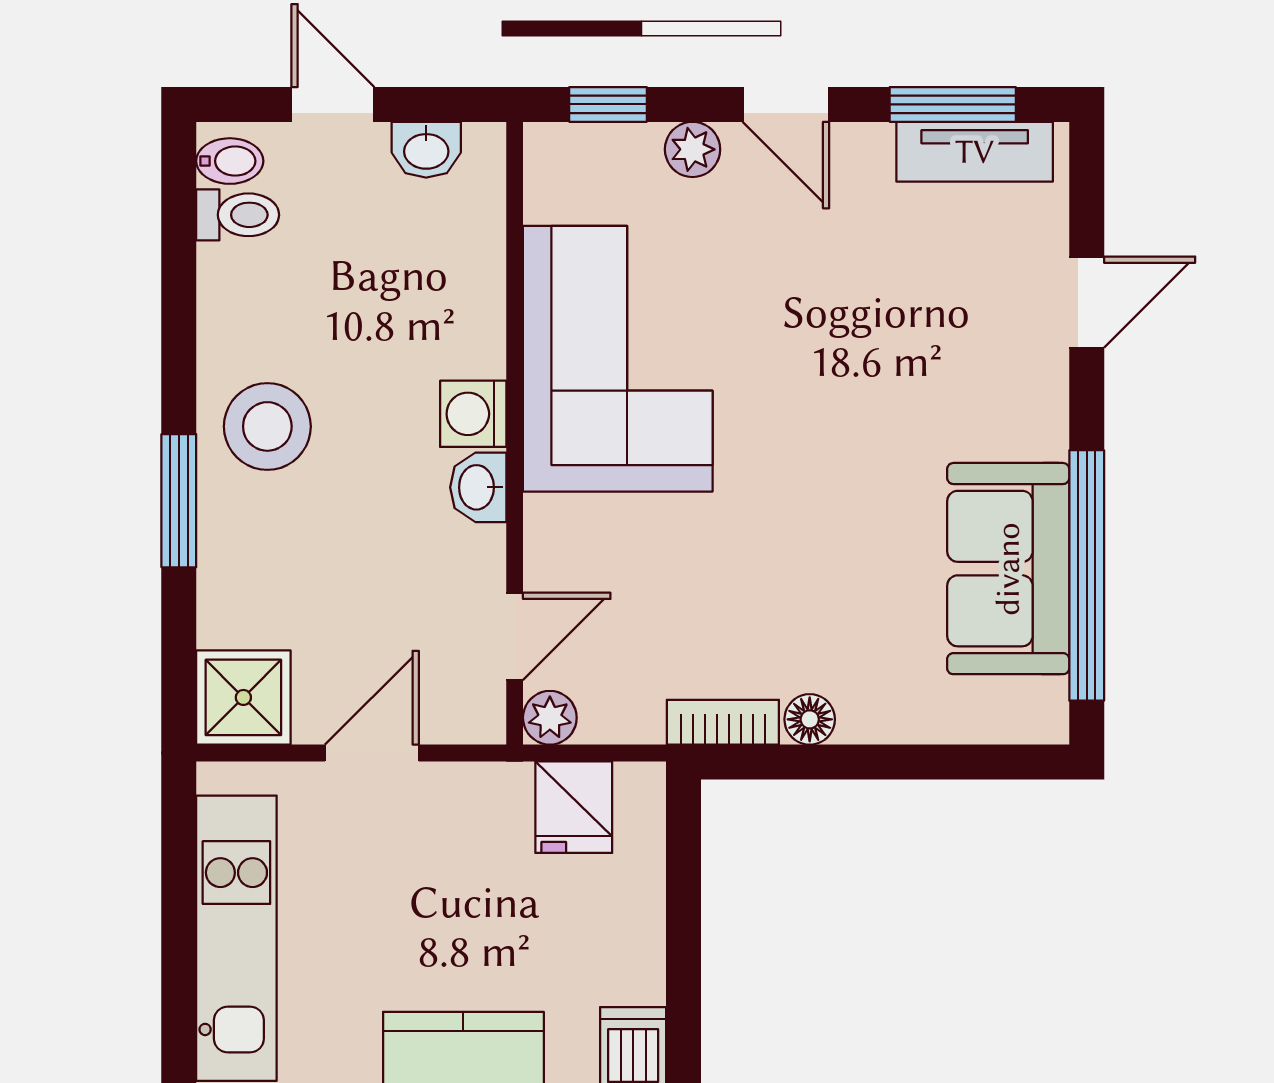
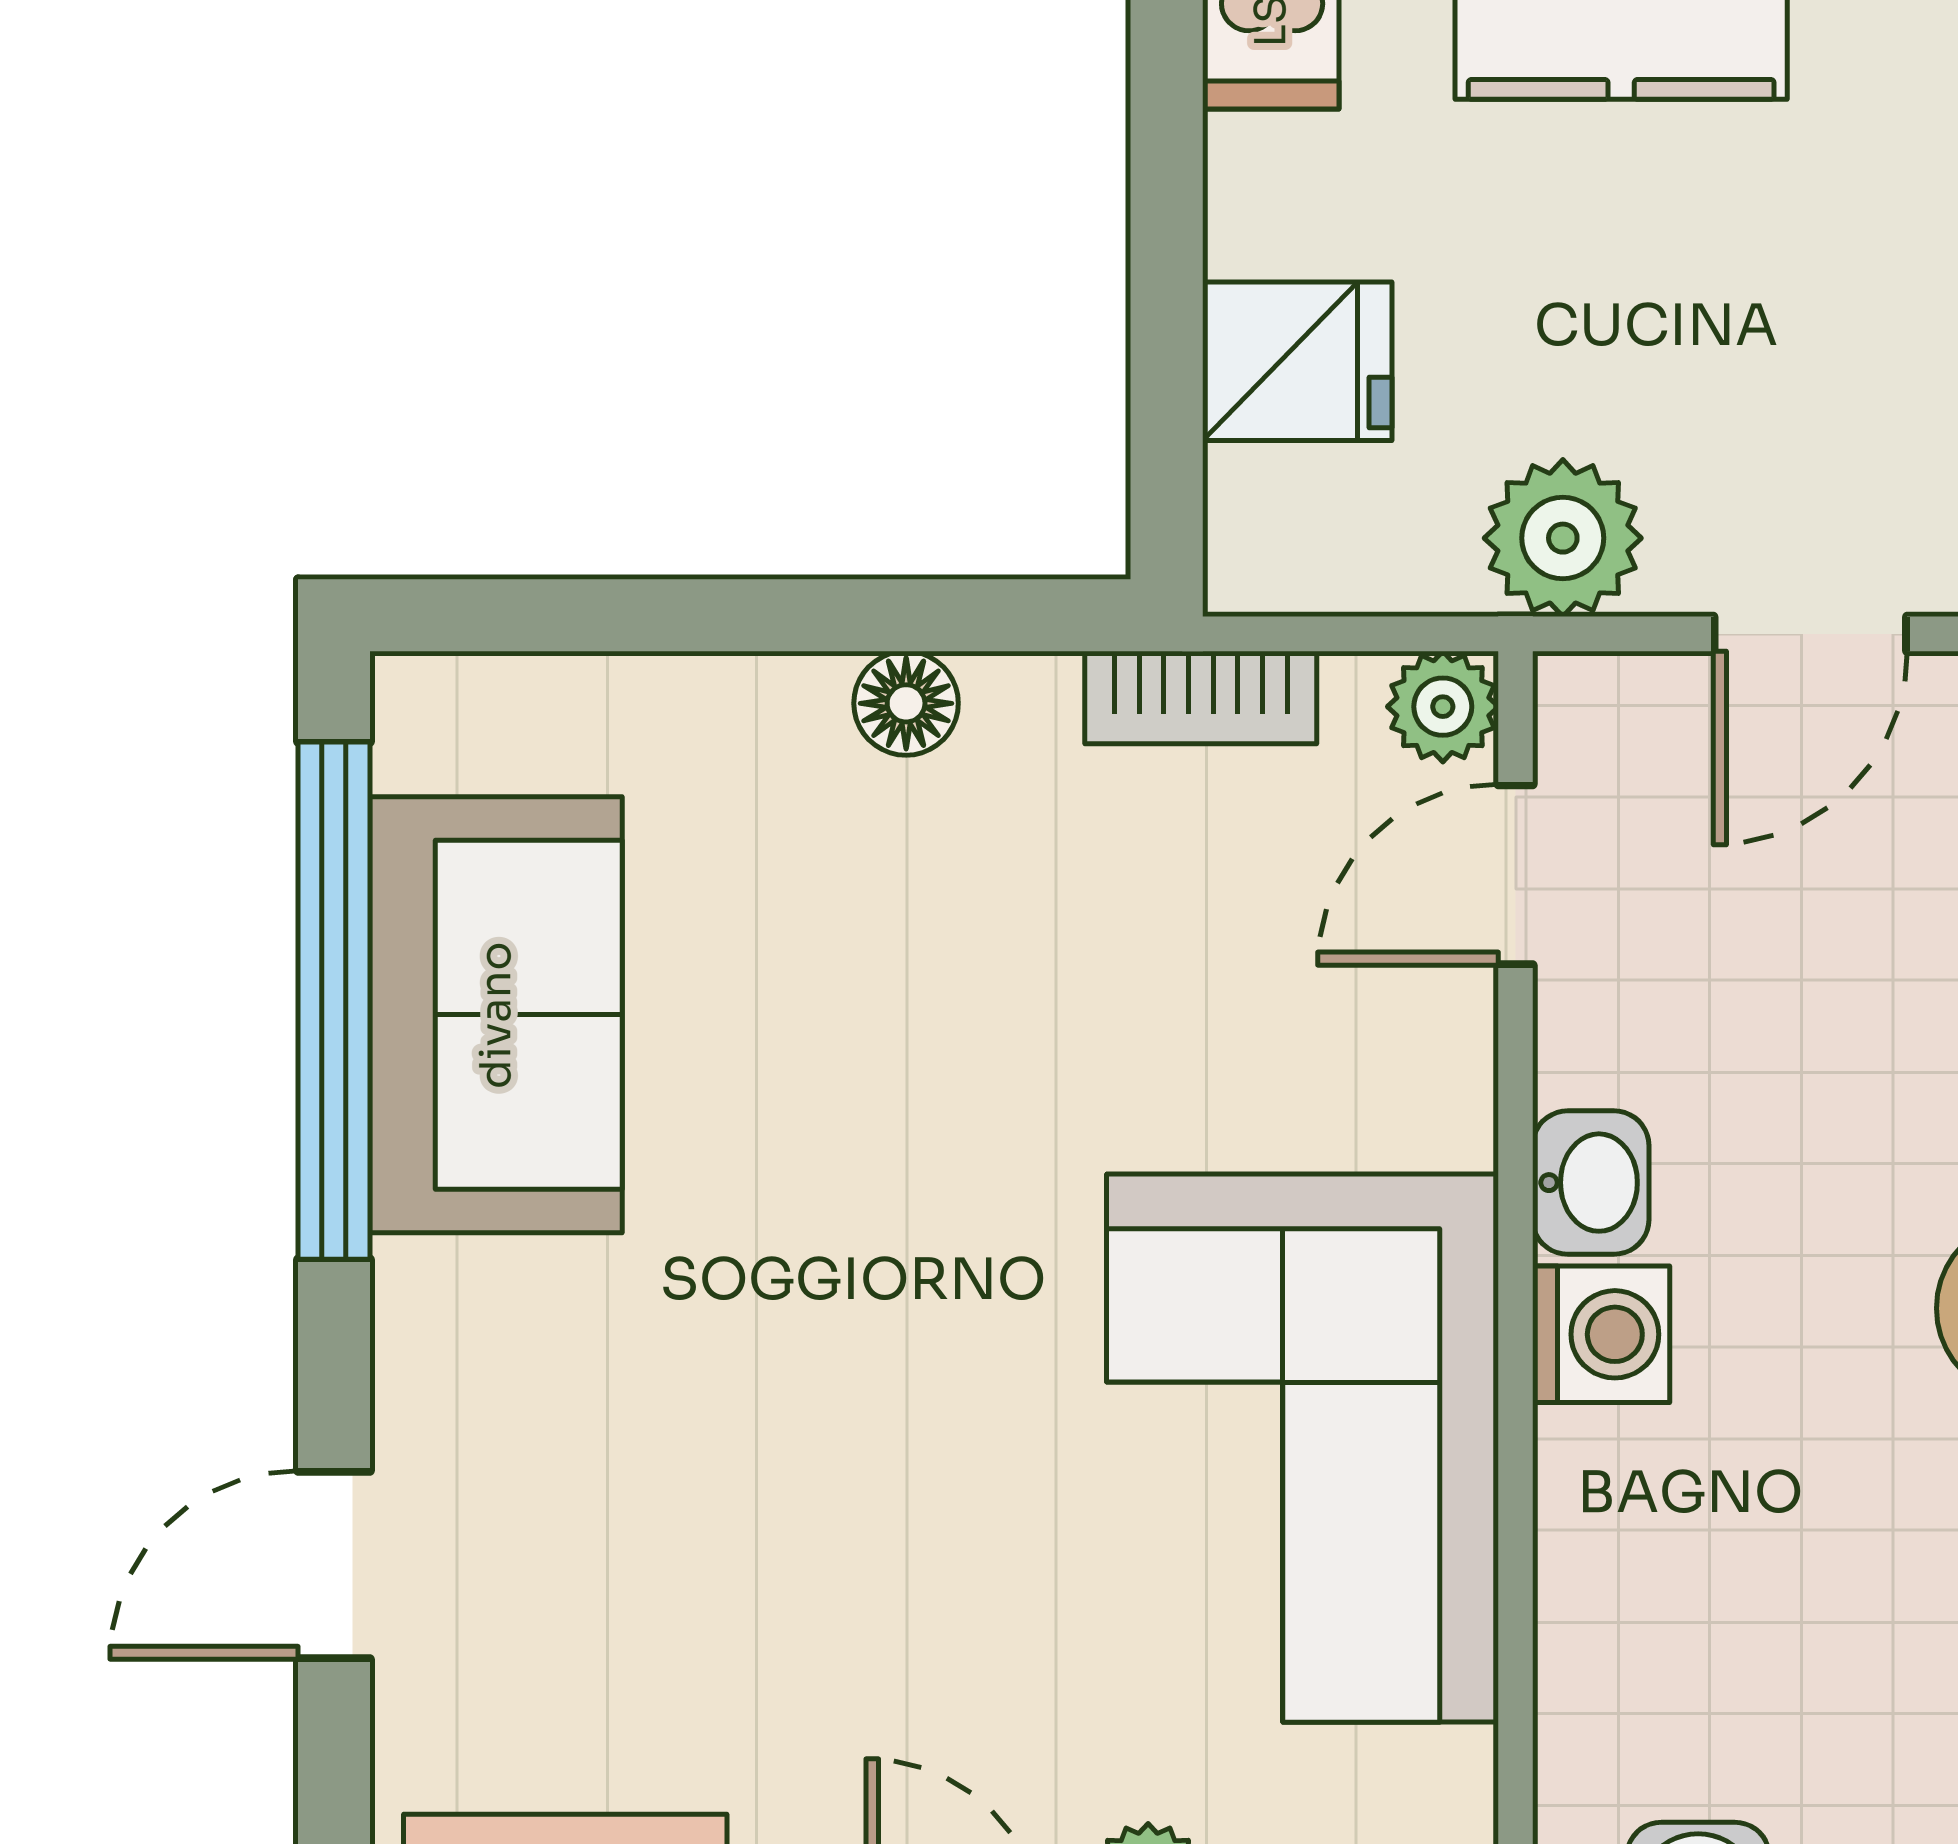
bookcase: (723, 722) -> (1201, 697), moved
plant: (492, 799) -> (1563, 538), added
fridge: (574, 807) -> (1297, 361), moved, turned 90

